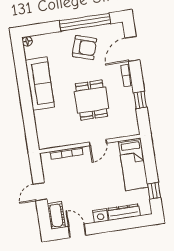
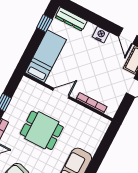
dining table: (91, 100) -> (42, 130), turned 90
dresser: (124, 212) -> (71, 19), moved

